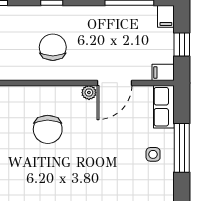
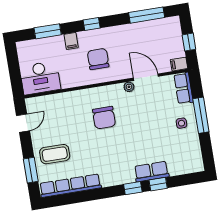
filing cabinet: (166, 16) -> (71, 41), moved
door: (114, 83) -> (146, 77), swing flipped

